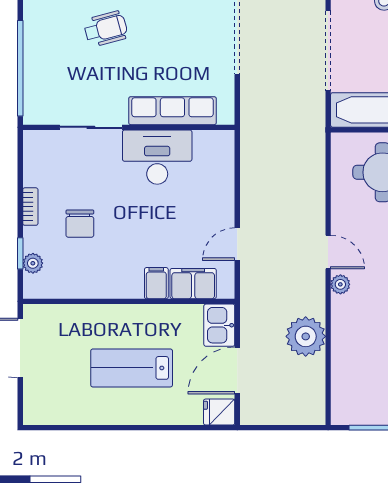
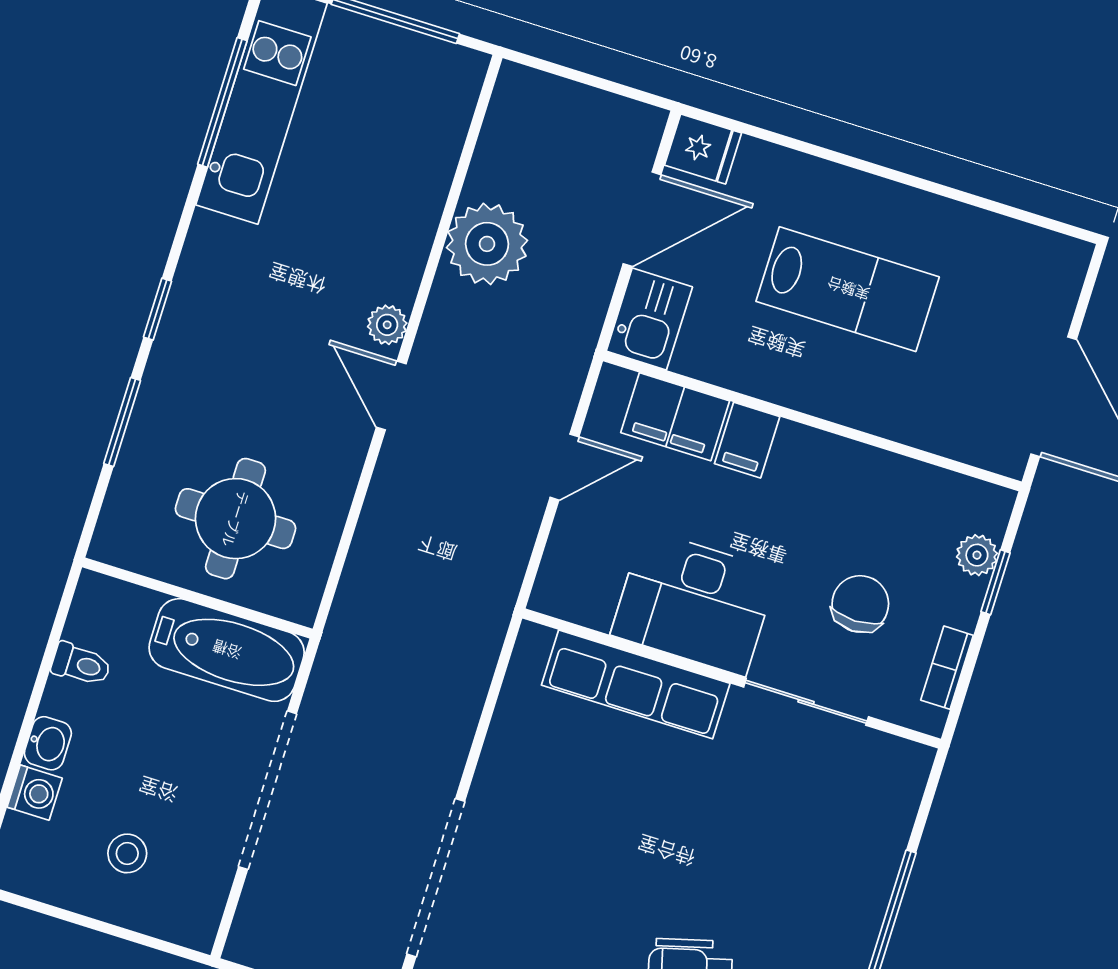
row of seats: (172, 111) -> (636, 684), moved
sliding door: (91, 127) -> (806, 702), moved
wall: (129, 127) -> (732, 679), moved
desk: (157, 157) -> (694, 603), moved

